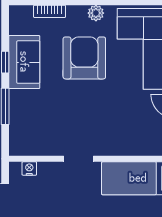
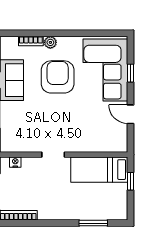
plant: (96, 13) -> (50, 42), moved

